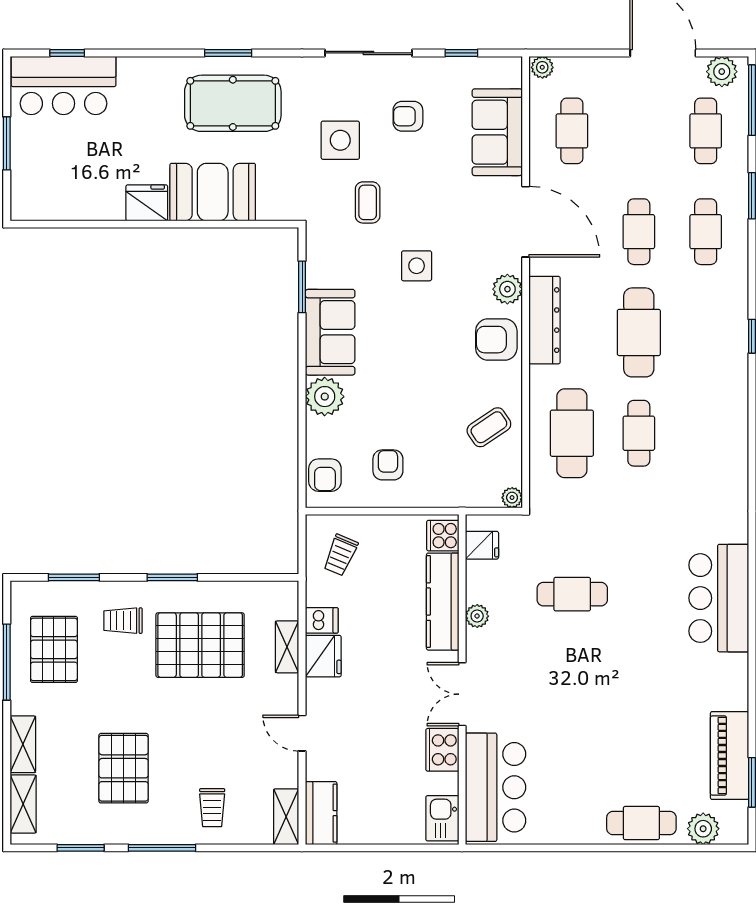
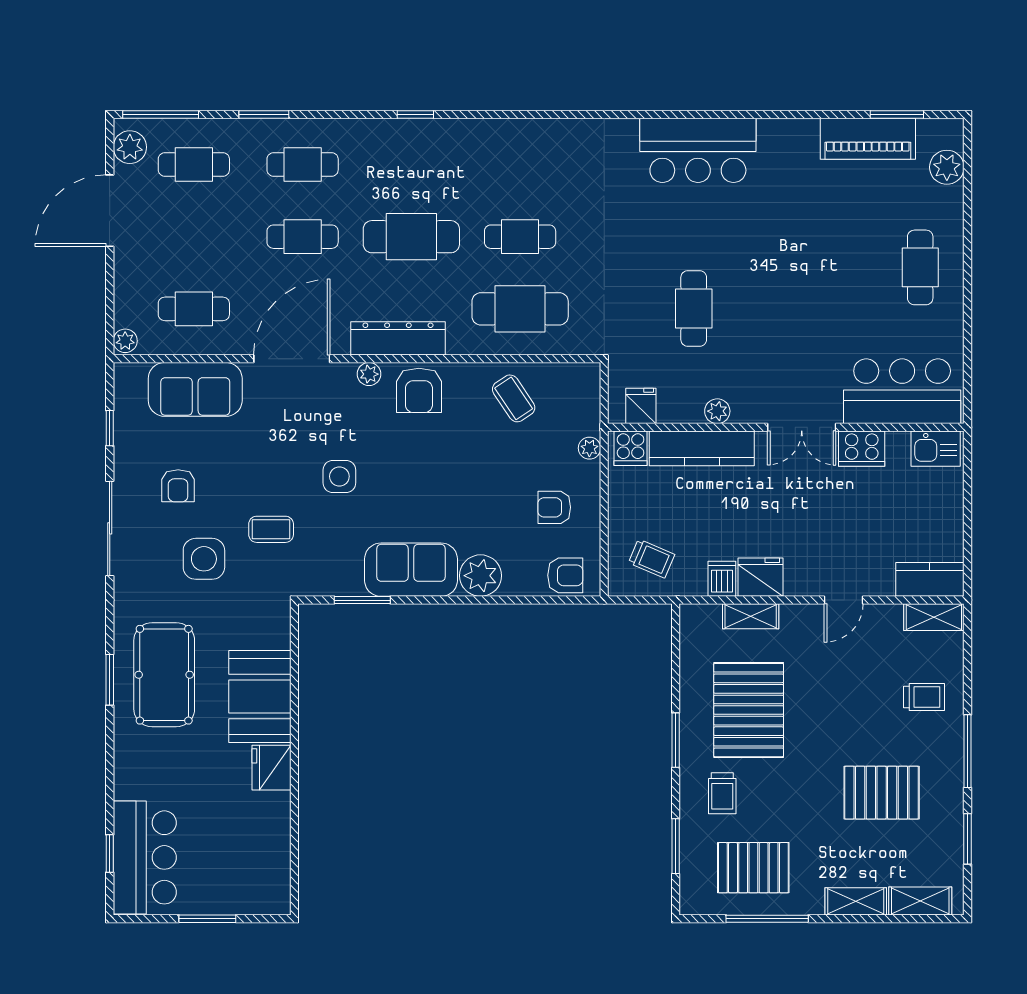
plant: (507, 289) -> (369, 374), width x0.73, depth x0.73
plant: (512, 498) -> (589, 448), moved
cafe table: (641, 823) -> (920, 267), moved

